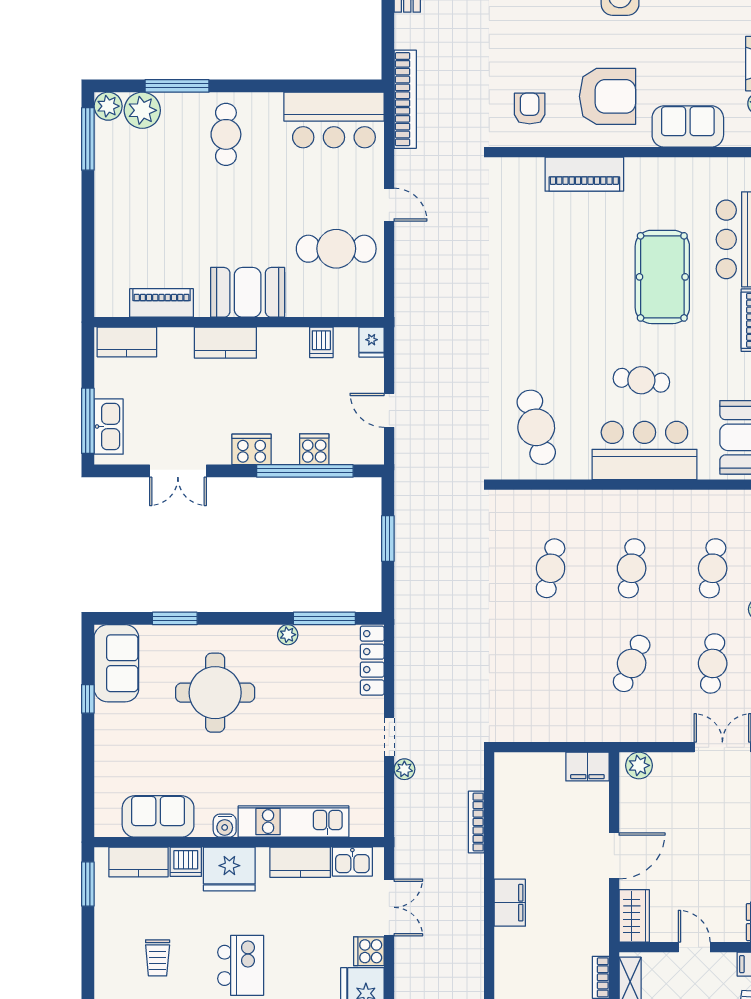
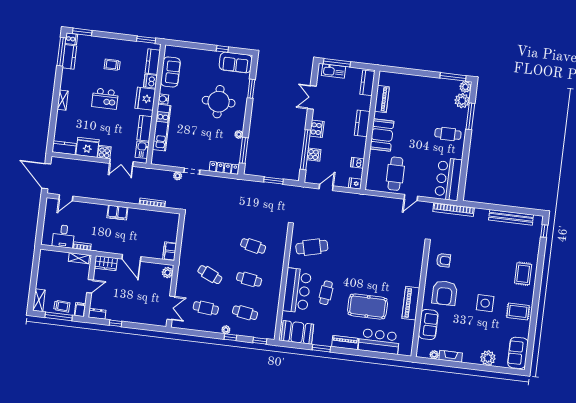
piano: (584, 174) -> (411, 303), moved

